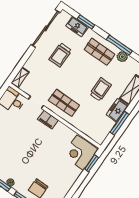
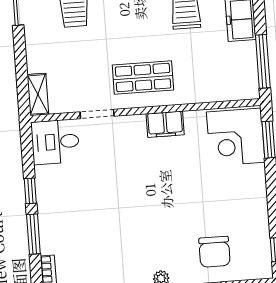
filing cabinet: (48, 120) -> (165, 124), moved
window: (120, 123) -> (263, 61), moved

